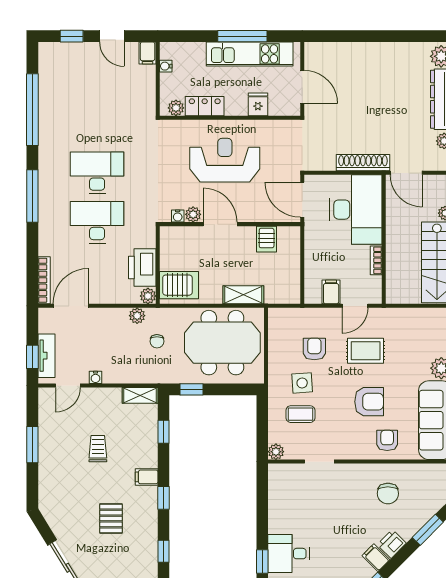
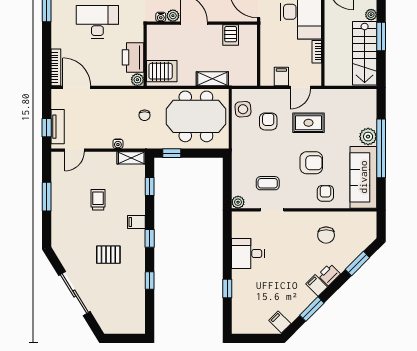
door: (71, 306) -> (77, 87), hinge flipped
plant: (137, 316) -> (129, 95), removed
water cooler: (95, 377) -> (118, 144), moved
side table: (302, 383) -> (243, 109), moved
coffee table: (300, 414) -> (268, 183), moved
pallet: (111, 518) -> (108, 255), turned 90
desk: (289, 554) -> (248, 254), moved

